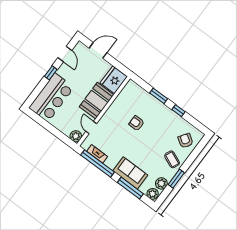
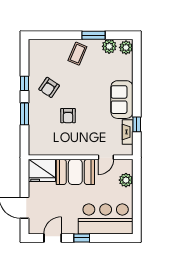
plant: (76, 136) -> (126, 180), moved
armchair: (186, 141) -> (49, 87), moved
window: (98, 163) -> (137, 124), width x0.32
sofa: (130, 173) -> (122, 100), moved
window: (130, 188) -> (137, 74), removed

